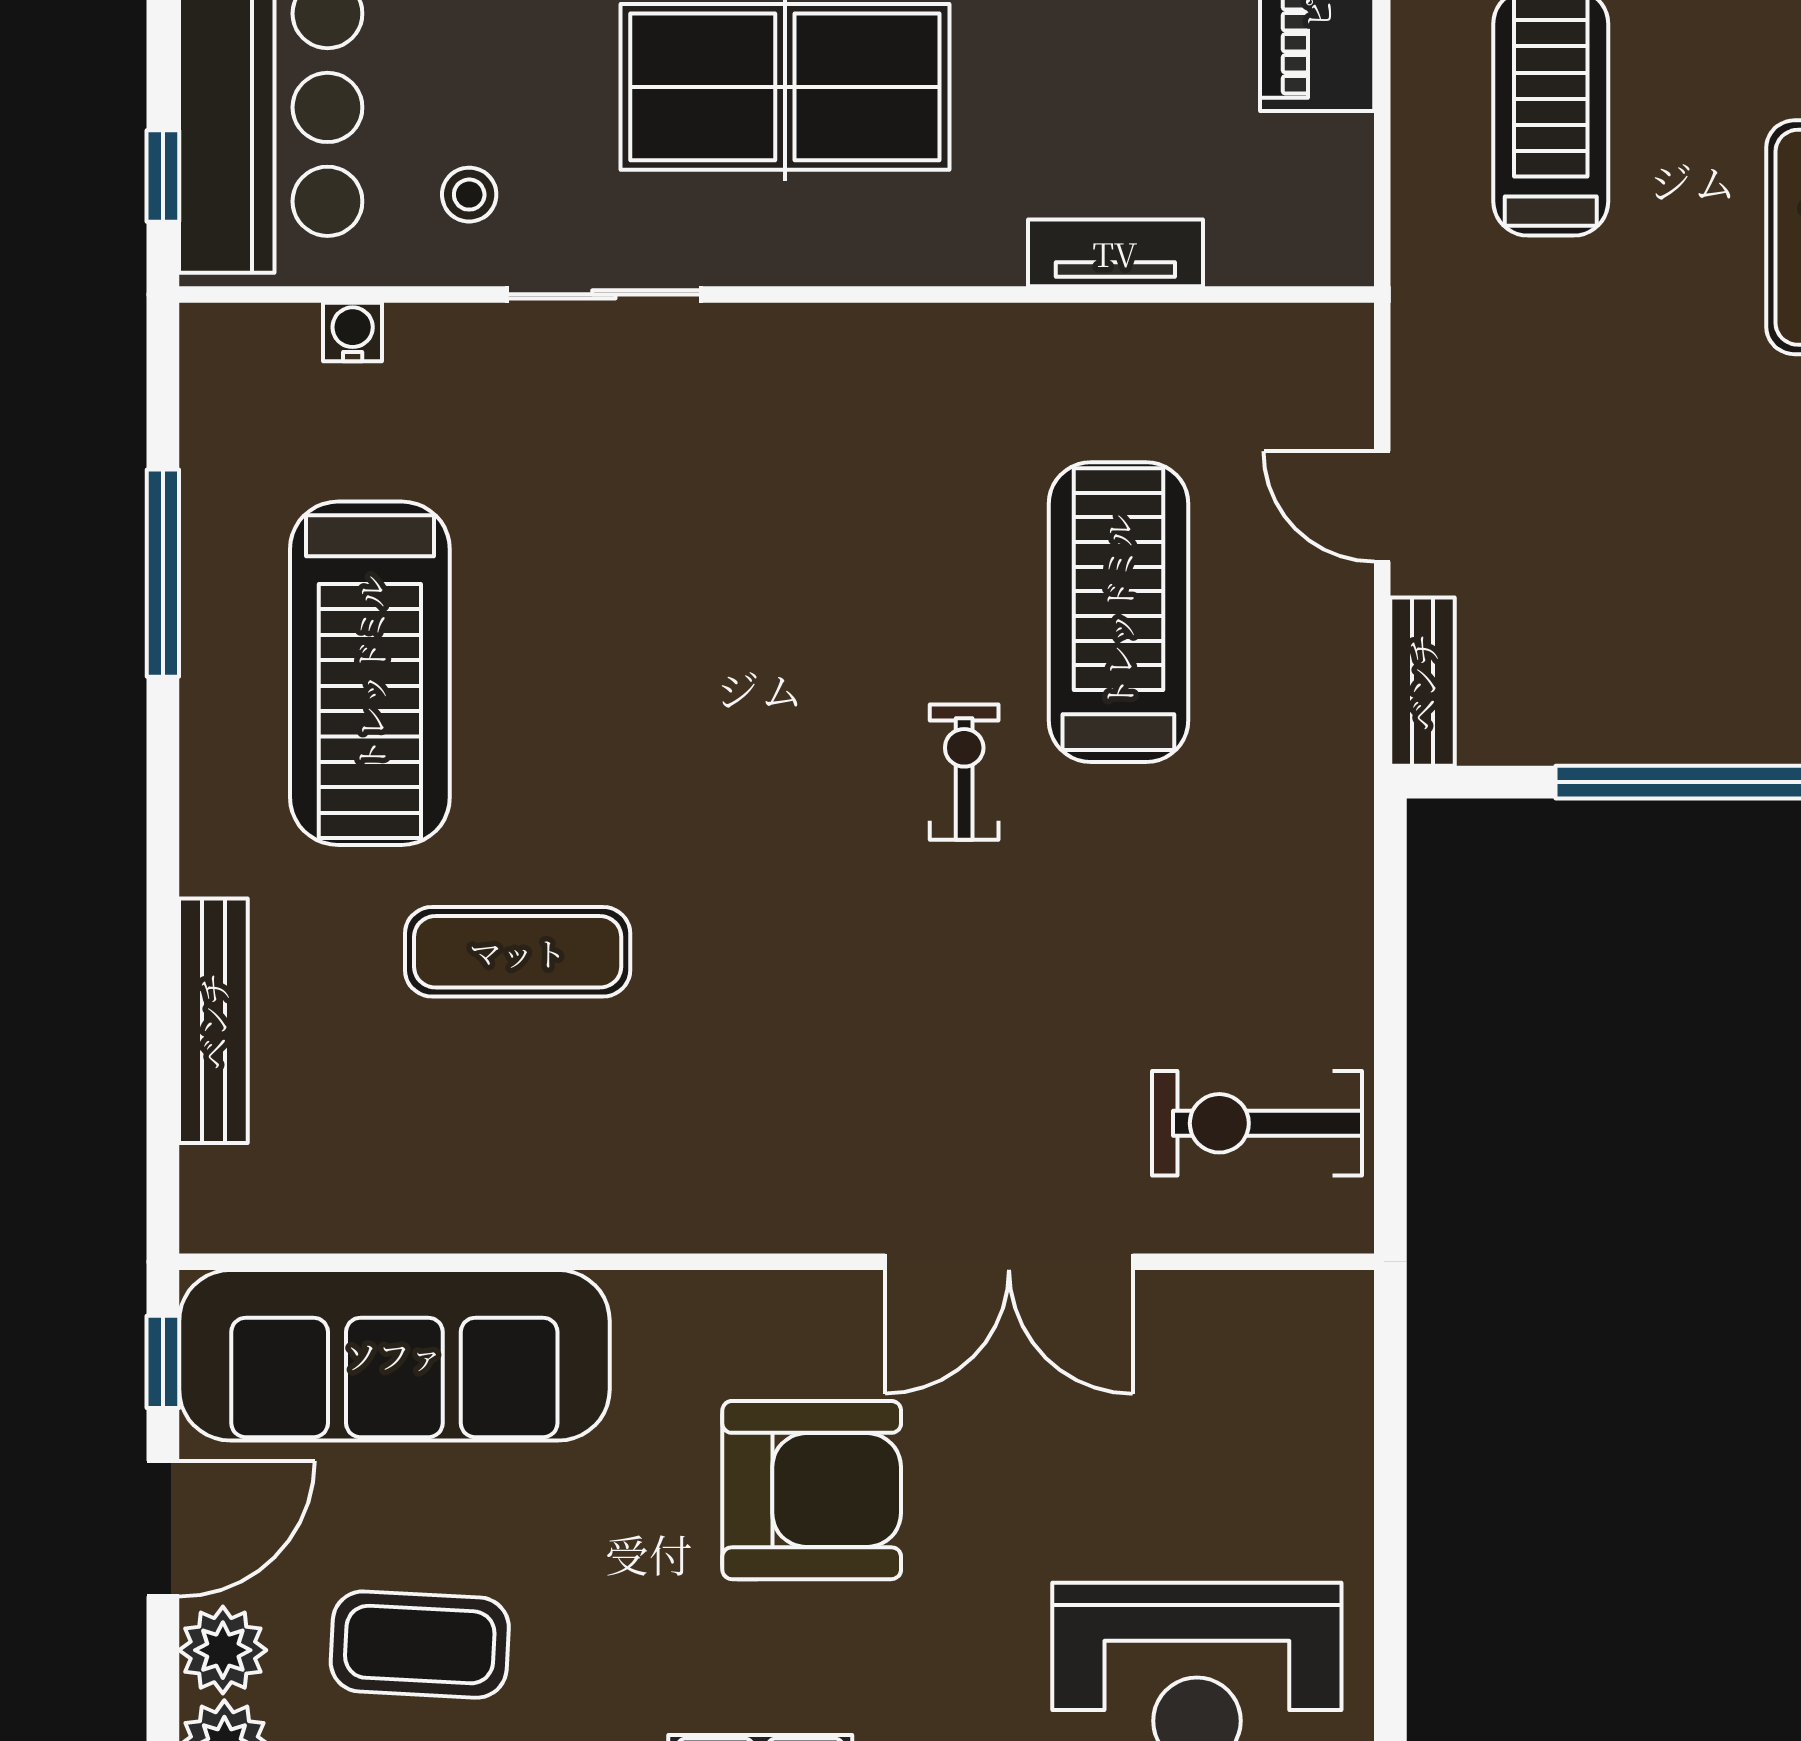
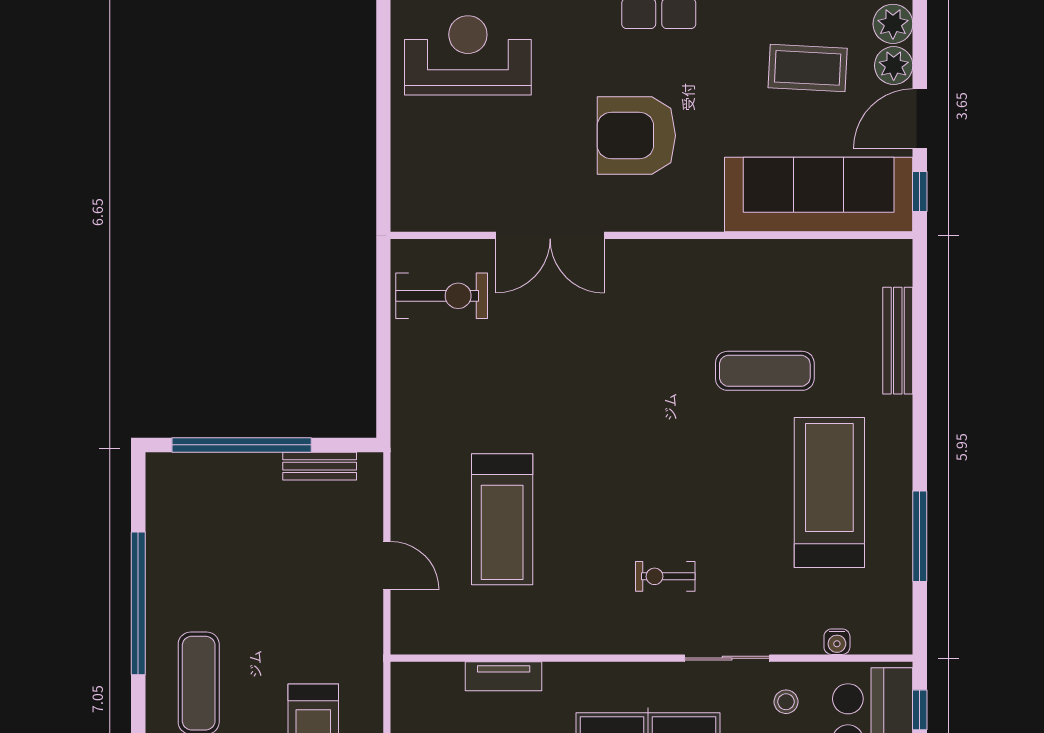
bench: (1422, 682) -> (320, 466), moved, turned 90
exercise bike: (964, 772) -> (665, 576), moved, turned 90
double door: (1009, 1262) -> (550, 235), swing flipped

